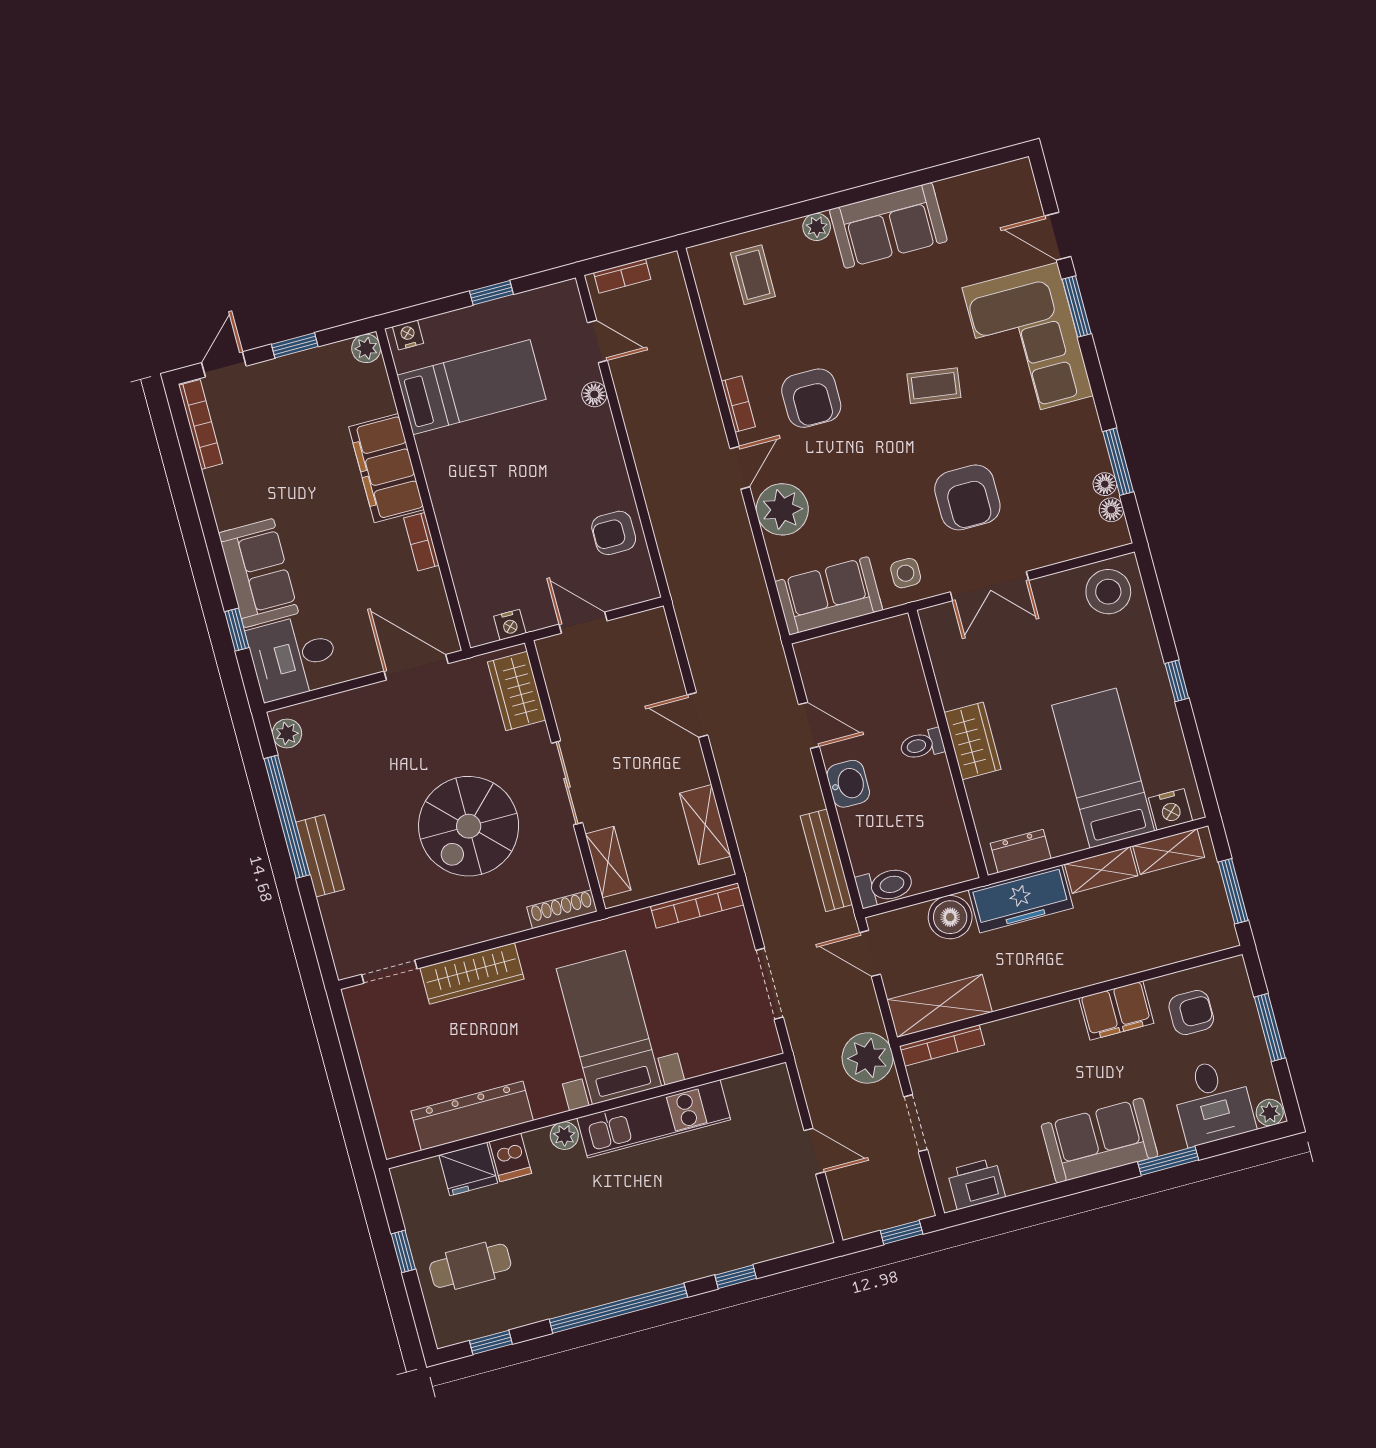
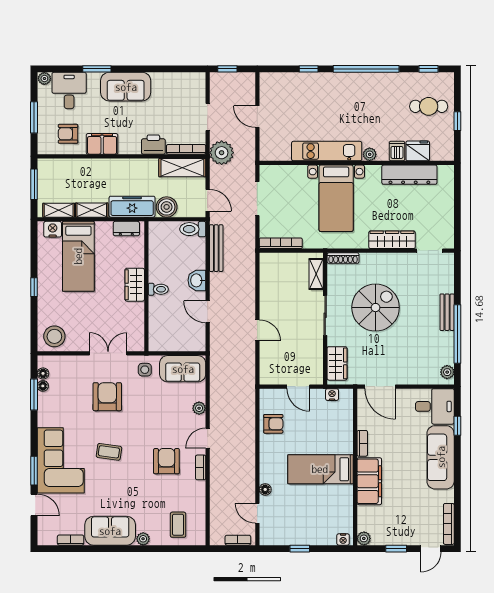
bookcase: (964, 185) -> (71, 540), added
bed: (471, 387) -> (320, 469), moved
plant: (782, 509) -> (199, 408), width x0.53, depth x0.53
sofa: (258, 573) -> (441, 457), width x1.36
shelving: (705, 825) -> (267, 279), removed
printer: (976, 1184) -> (153, 145), moved, turned 180

